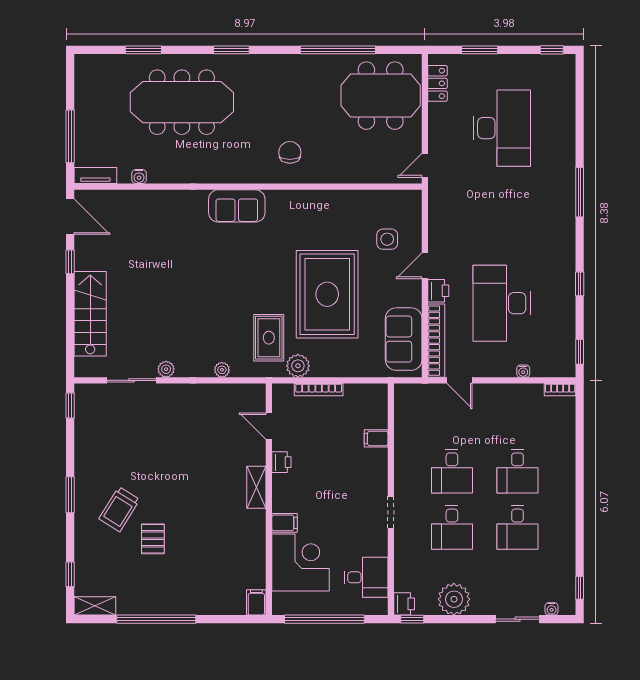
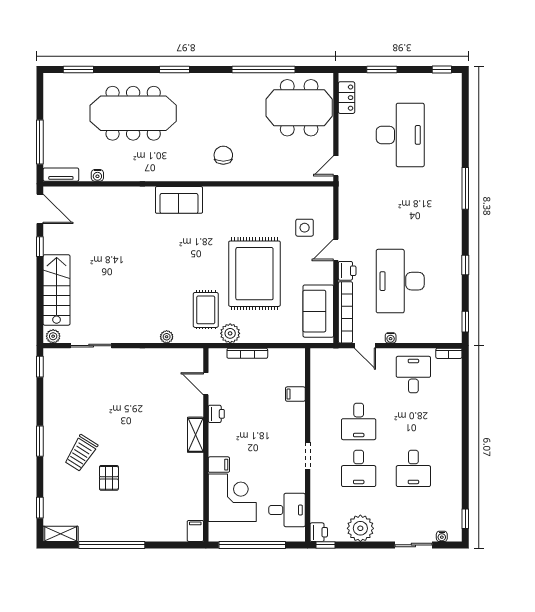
window: (143, 50) -> (78, 70), moved
plant: (166, 369) -> (53, 336), moved
water cooler: (523, 371) -> (391, 338), moved
desk: (518, 471) -> (413, 375), moved, turned 180

